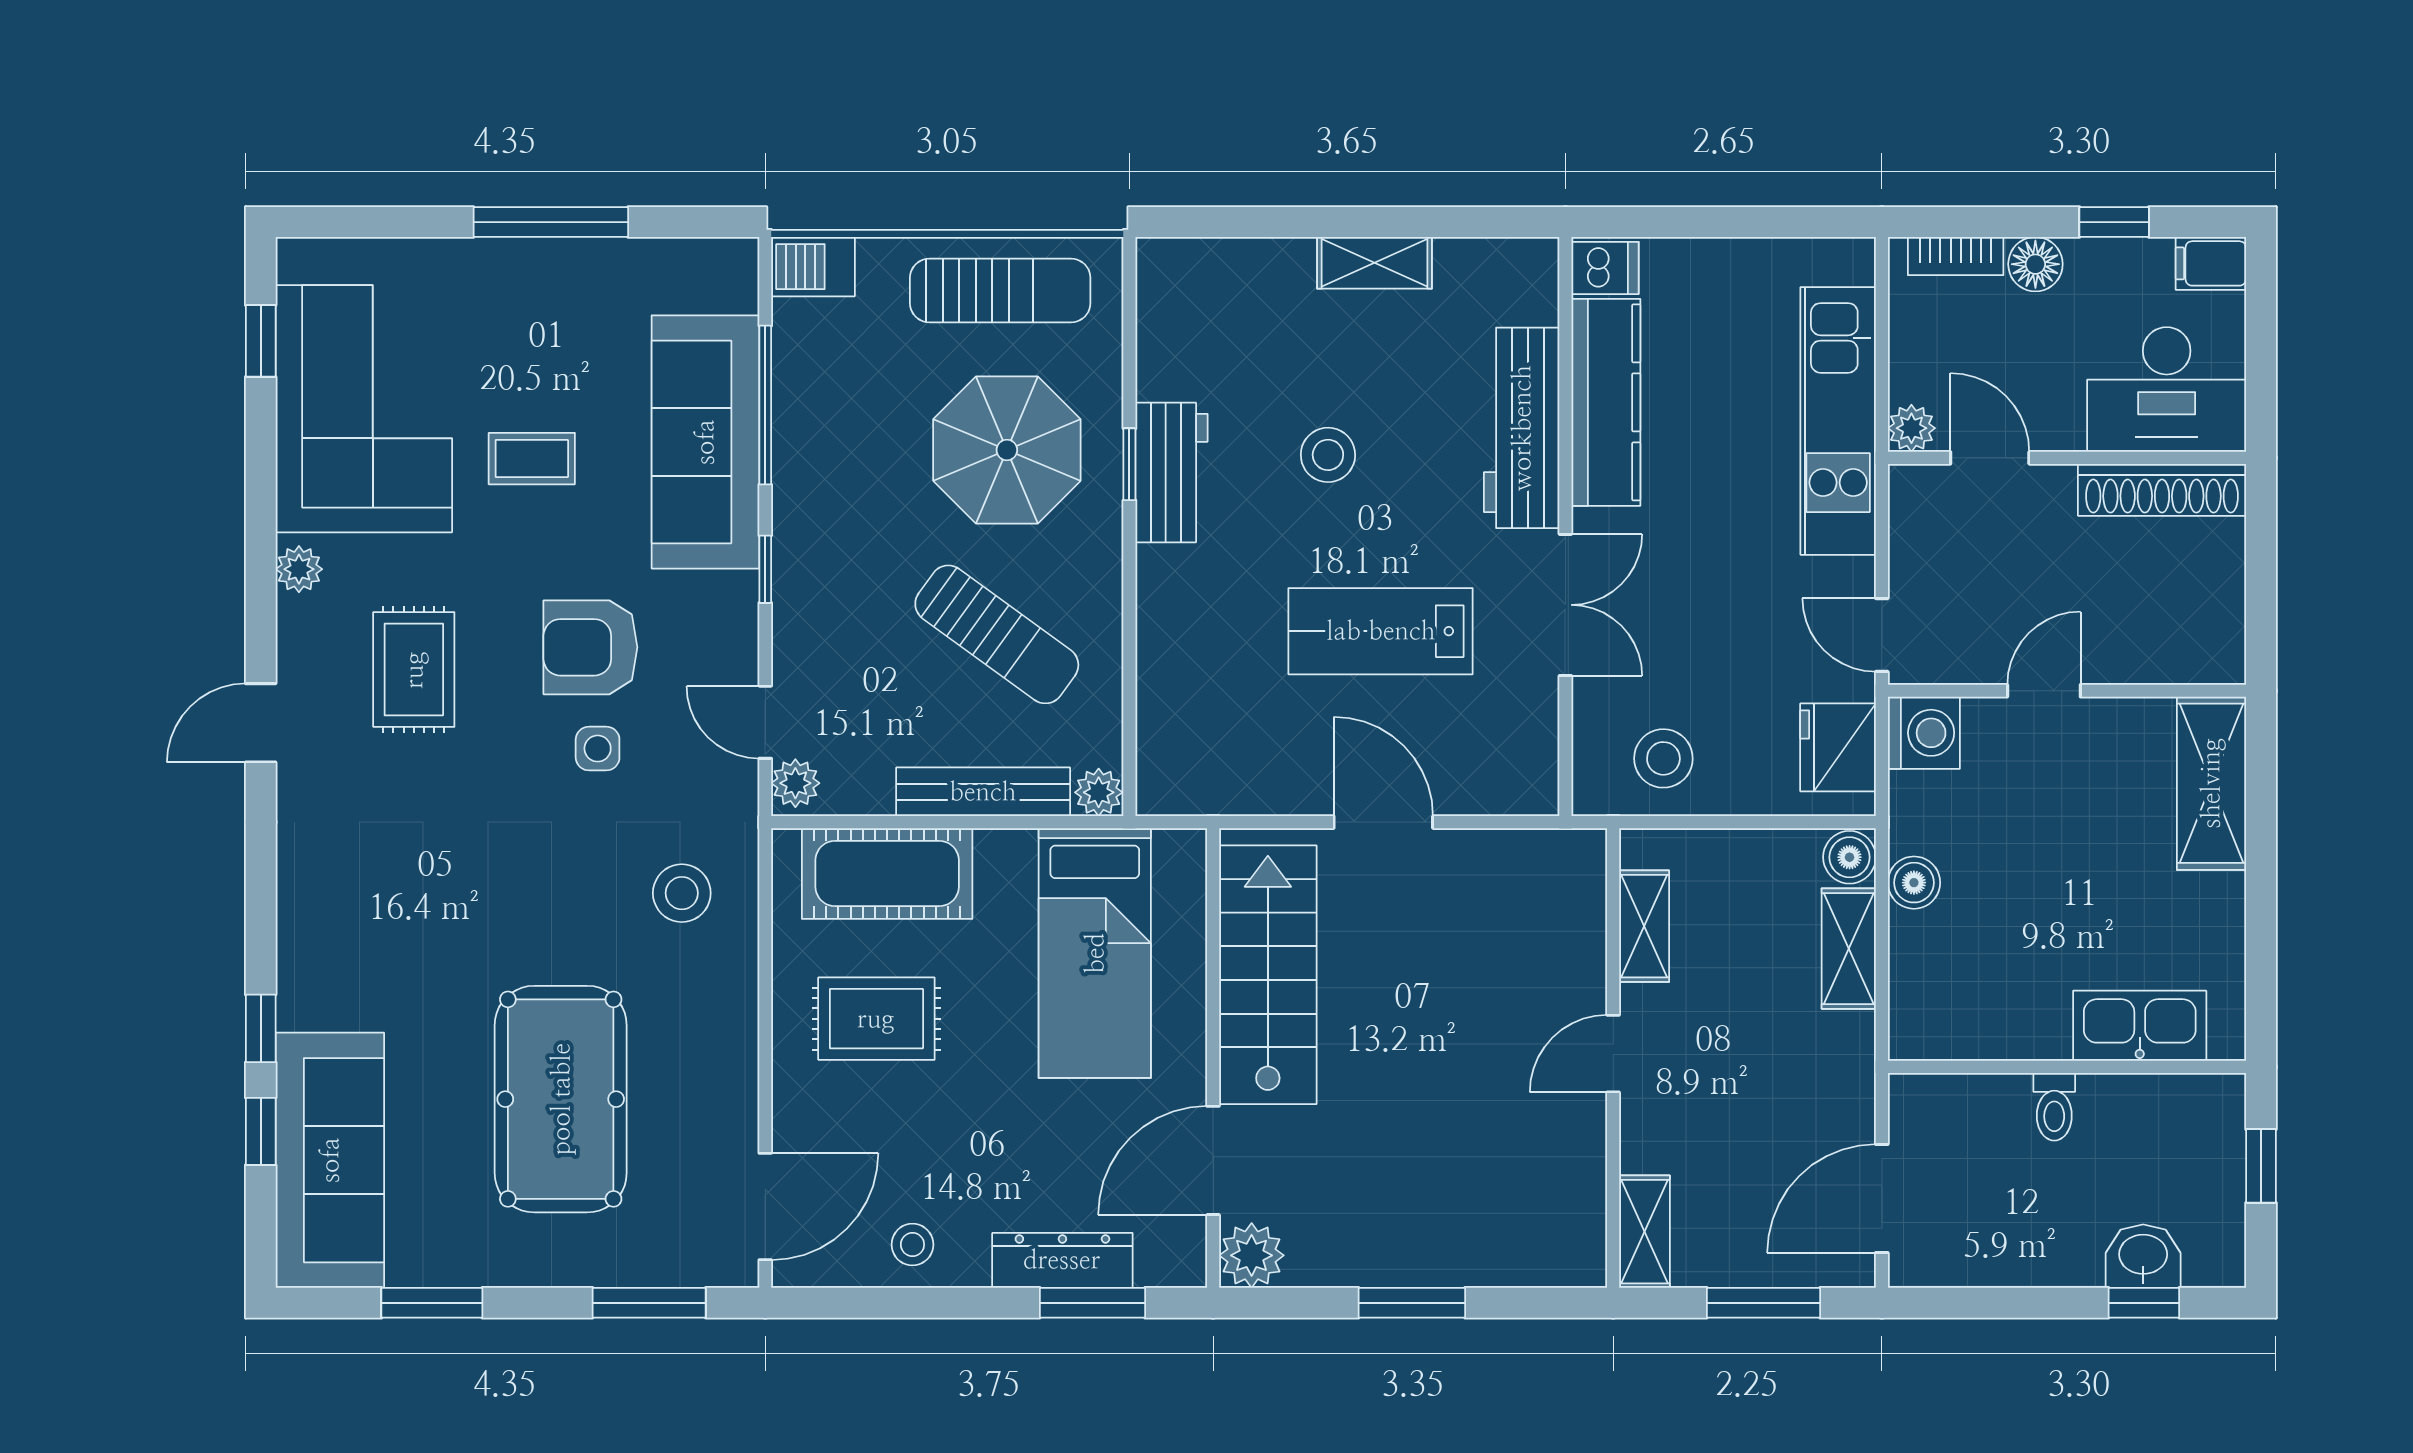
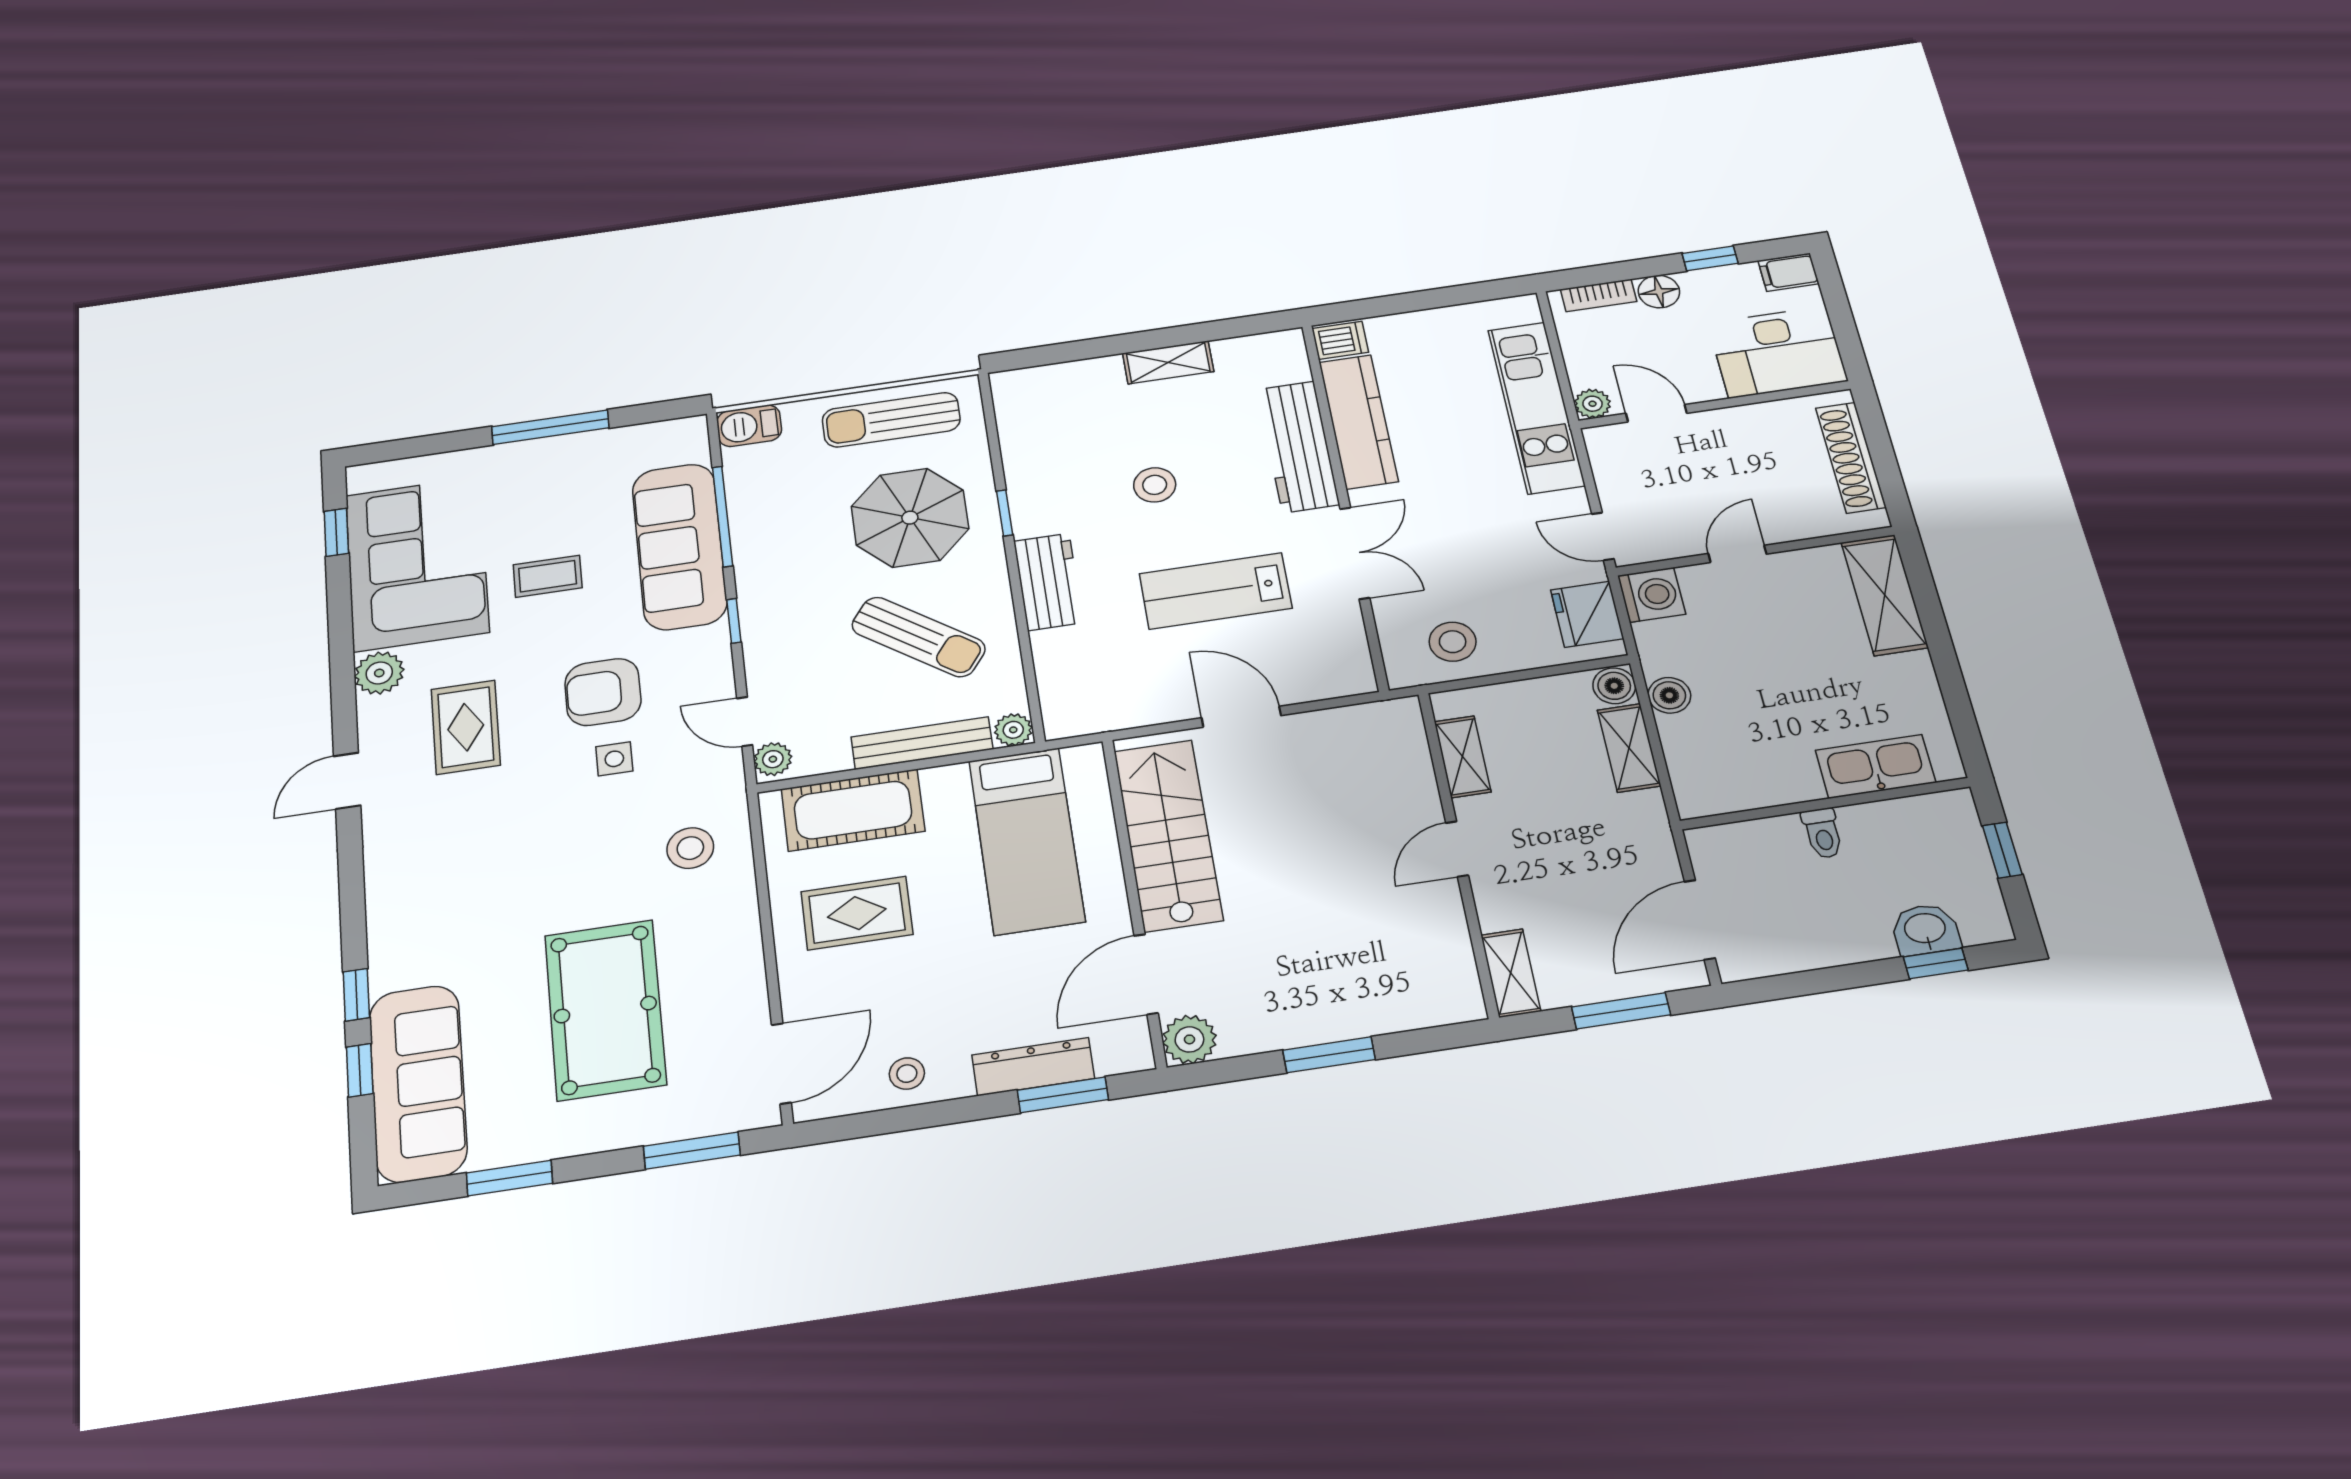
sun lounger: (1000, 290) -> (891, 420), turned 180
workbench: (1172, 473) -> (1048, 582), moved
shoe rack: (2162, 490) -> (1851, 457), moved, turned 90
plant: (299, 569) -> (379, 673), width x1.38, depth x1.38

